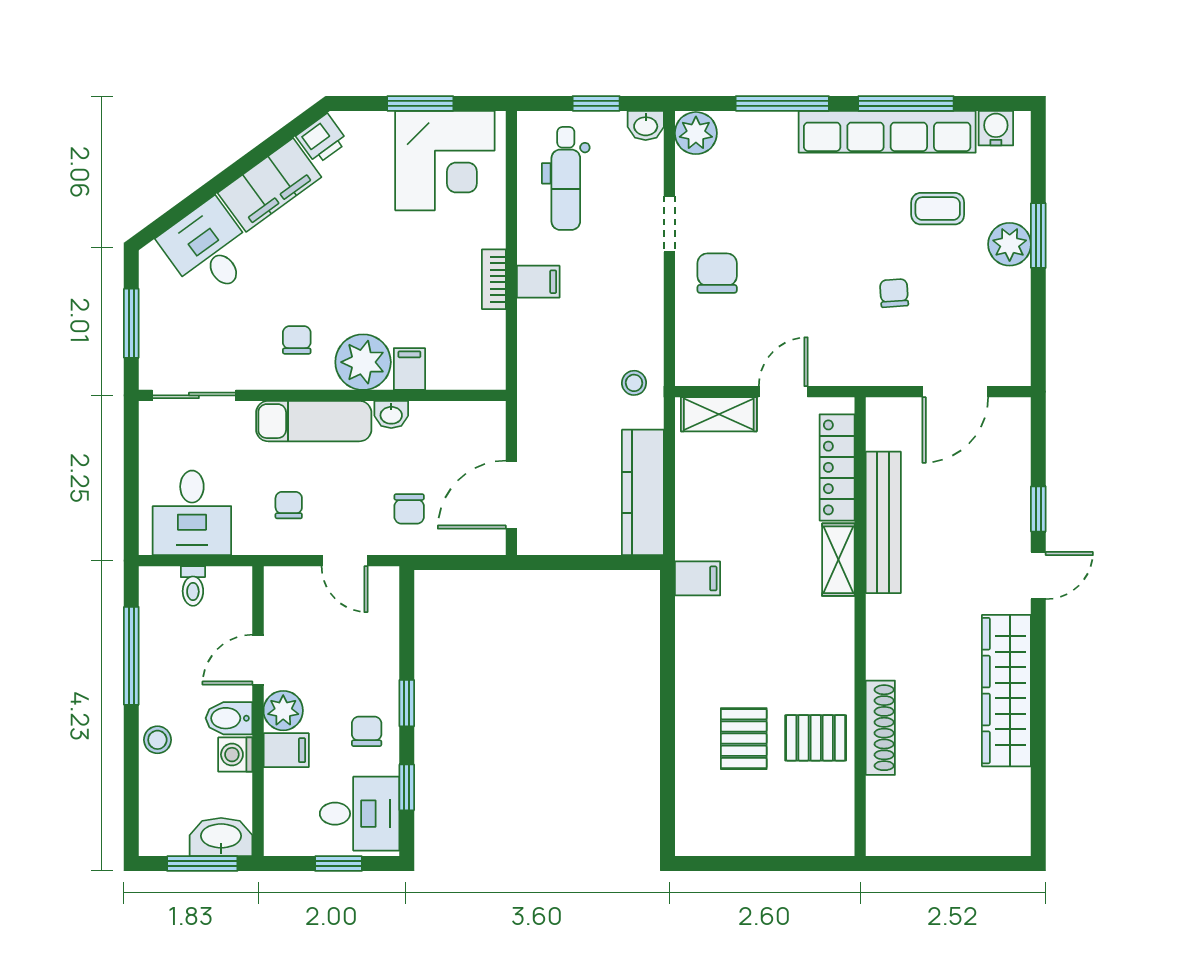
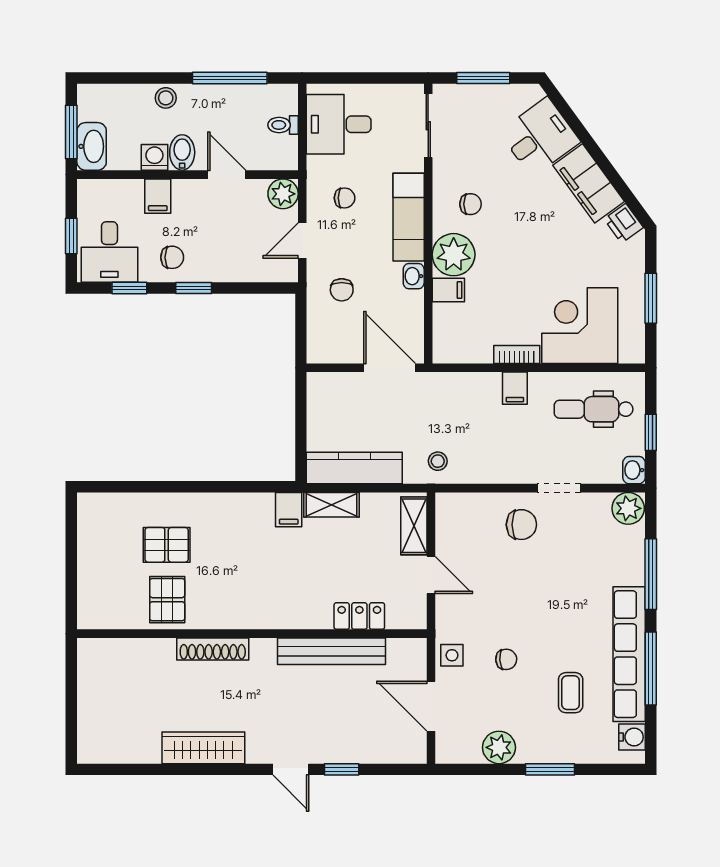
corner desk: (445, 161) -> (580, 326), moved, turned 90
plant: (1010, 244) -> (499, 747), moved
side table: (889, 364) -> (452, 655), added
locker: (837, 467) -> (359, 616), width x0.66
door: (511, 495) -> (390, 368), moved
chair: (409, 509) -> (342, 290), turned -90
shelving: (838, 560) -> (331, 505), moved
wardrobe: (1006, 691) -> (203, 748), width x0.71, depth x0.85
plant: (283, 711) -> (283, 194), moved
shoe rack: (880, 728) -> (213, 649), moved

